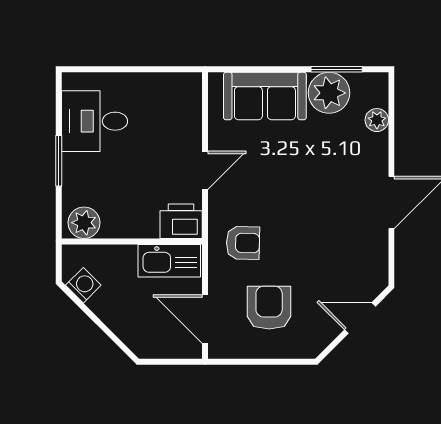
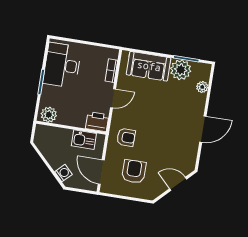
bookcase: (193, 116) -> (111, 71), added
desk: (95, 121) -> (62, 65), width x1.37
kitchen sink: (169, 261) -> (84, 140), width x0.73
washing machine: (83, 285) -> (63, 173), moved

